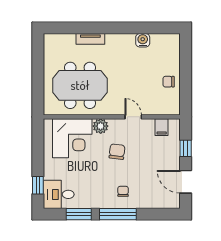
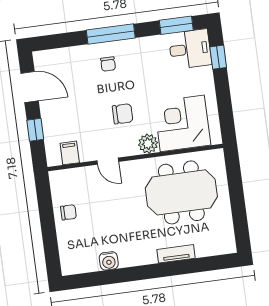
chair: (117, 152) -> (123, 114), turned -97
window: (79, 214) -> (176, 25), moved

